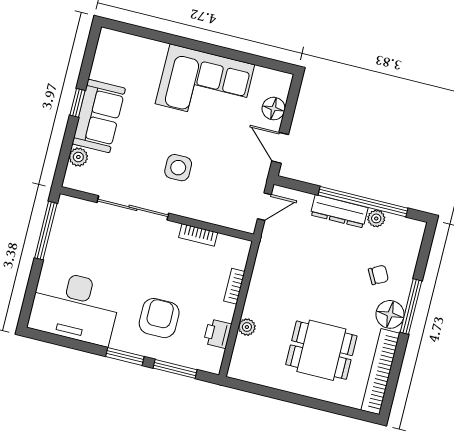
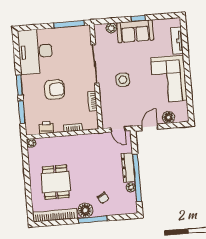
tv unit: (141, 46) -> (177, 41), added
armchair: (159, 318) -> (54, 90), moved
plant: (247, 327) -> (31, 143), moved

